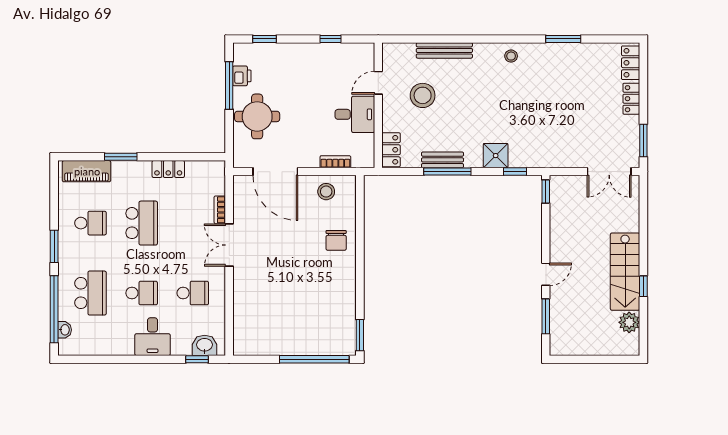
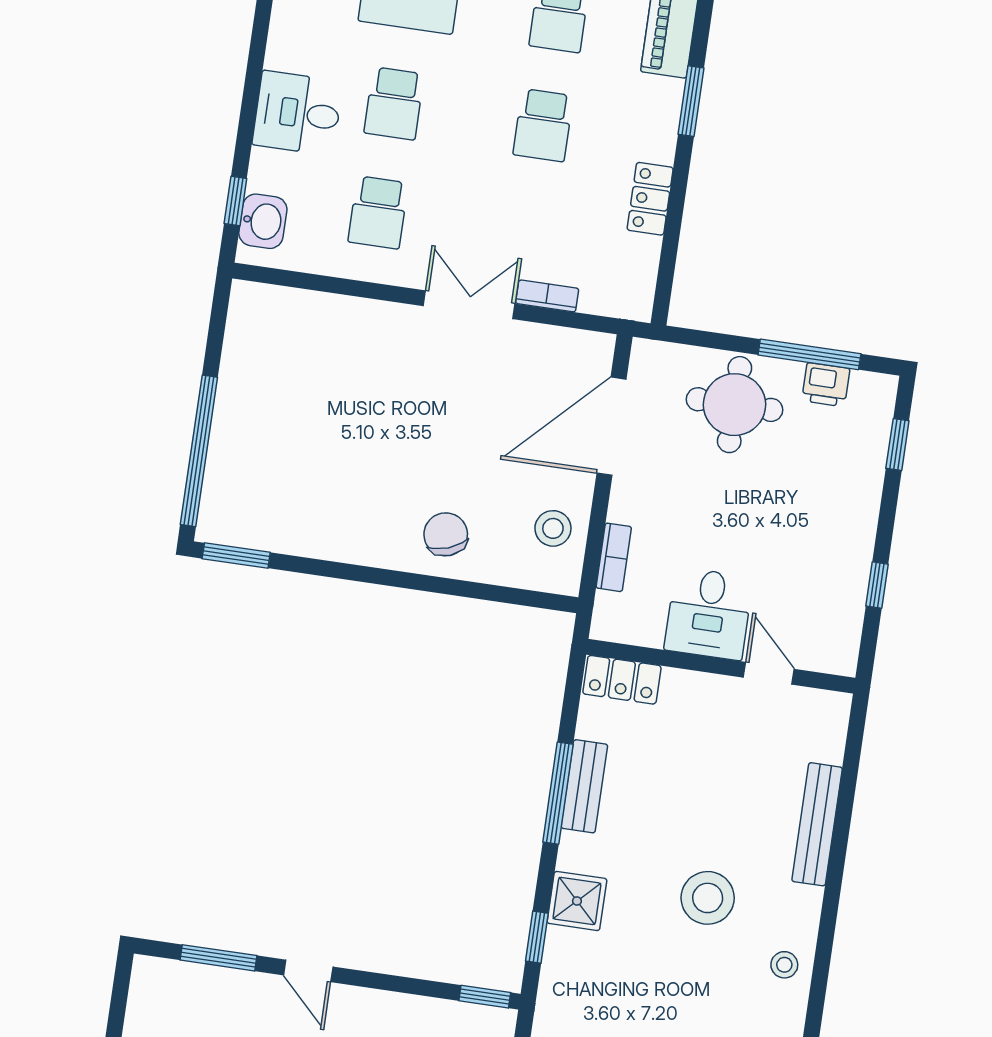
stool: (423, 95) -> (708, 898), moved
school desk: (142, 223) -> (543, 125), width x0.54
chair: (336, 240) -> (446, 534), turned 70

